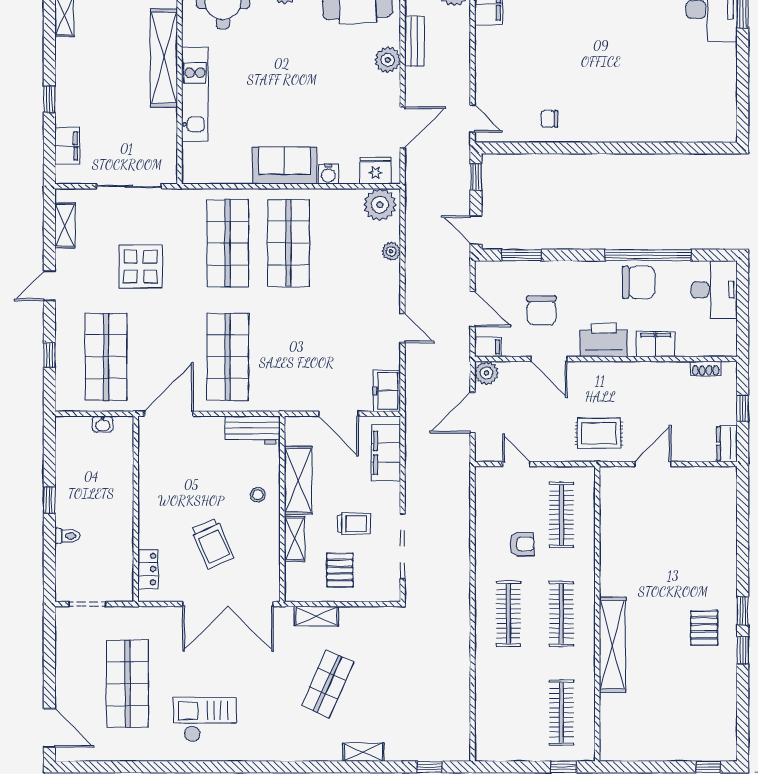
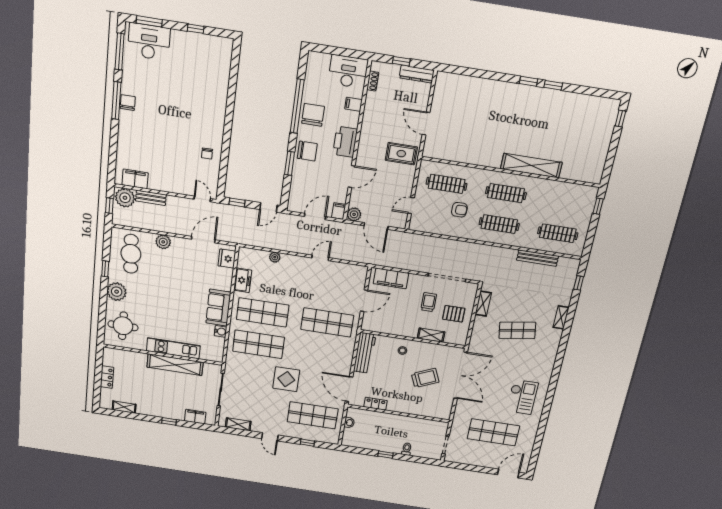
bench: (414, 41) -> (151, 198), moved
shelving: (164, 58) -> (175, 365), moved
window: (743, 81) -> (196, 29), added
door: (473, 119) -> (202, 199), hinge flipped
door: (403, 127) -> (203, 240), hinge flipped
water cooler: (328, 174) -> (221, 331), moved
plant: (380, 205) -> (247, 259), removed
window: (521, 255) -> (290, 163), moved
display table: (140, 267) -> (286, 379), moved
desk: (714, 290) -> (348, 72), moved
chair: (541, 310) -> (307, 151), moved
filing cabinet: (656, 344) -> (353, 104), width x0.50
shop shelf: (228, 357) -> (327, 322), moved
freezer: (387, 391) -> (243, 280), moved, turned -90
workbench: (253, 430) -> (365, 353), width x1.37
rug: (599, 433) -> (401, 154), turned 90
dresser: (727, 444) -> (417, 74), width x1.44
shelving: (298, 480) -> (398, 328), removed
armchair: (522, 544) -> (459, 210), turned 90
locker: (148, 569) -> (375, 404), moved
shelving: (316, 616) -> (483, 304), moved
pallet: (704, 628) -> (534, 107), removed
shop shelf: (328, 684) -> (517, 330), turned -33
bench: (461, 689) -> (538, 258), added
clothes rail: (561, 713) -> (558, 233), moved
checkout: (205, 720) -> (522, 397), turned 180

